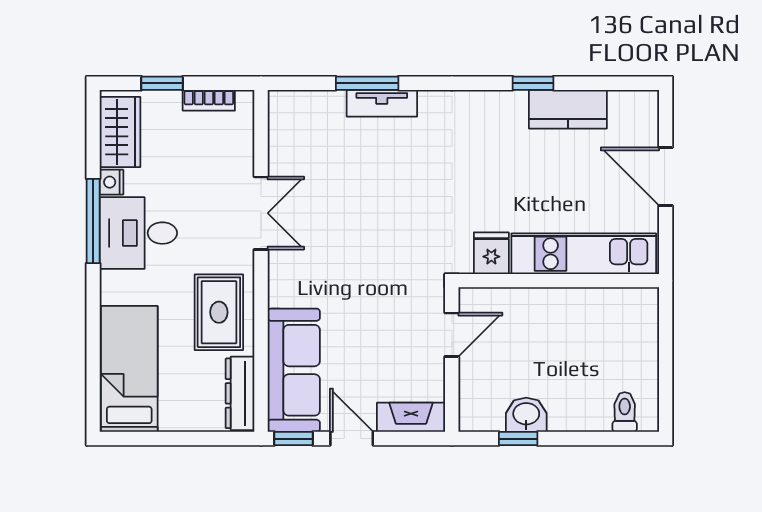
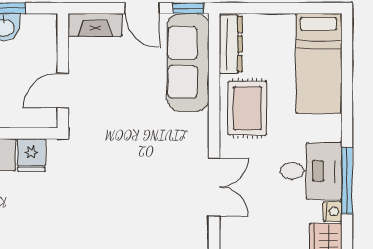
double door: (261, 213) -> (214, 187), swing flipped

